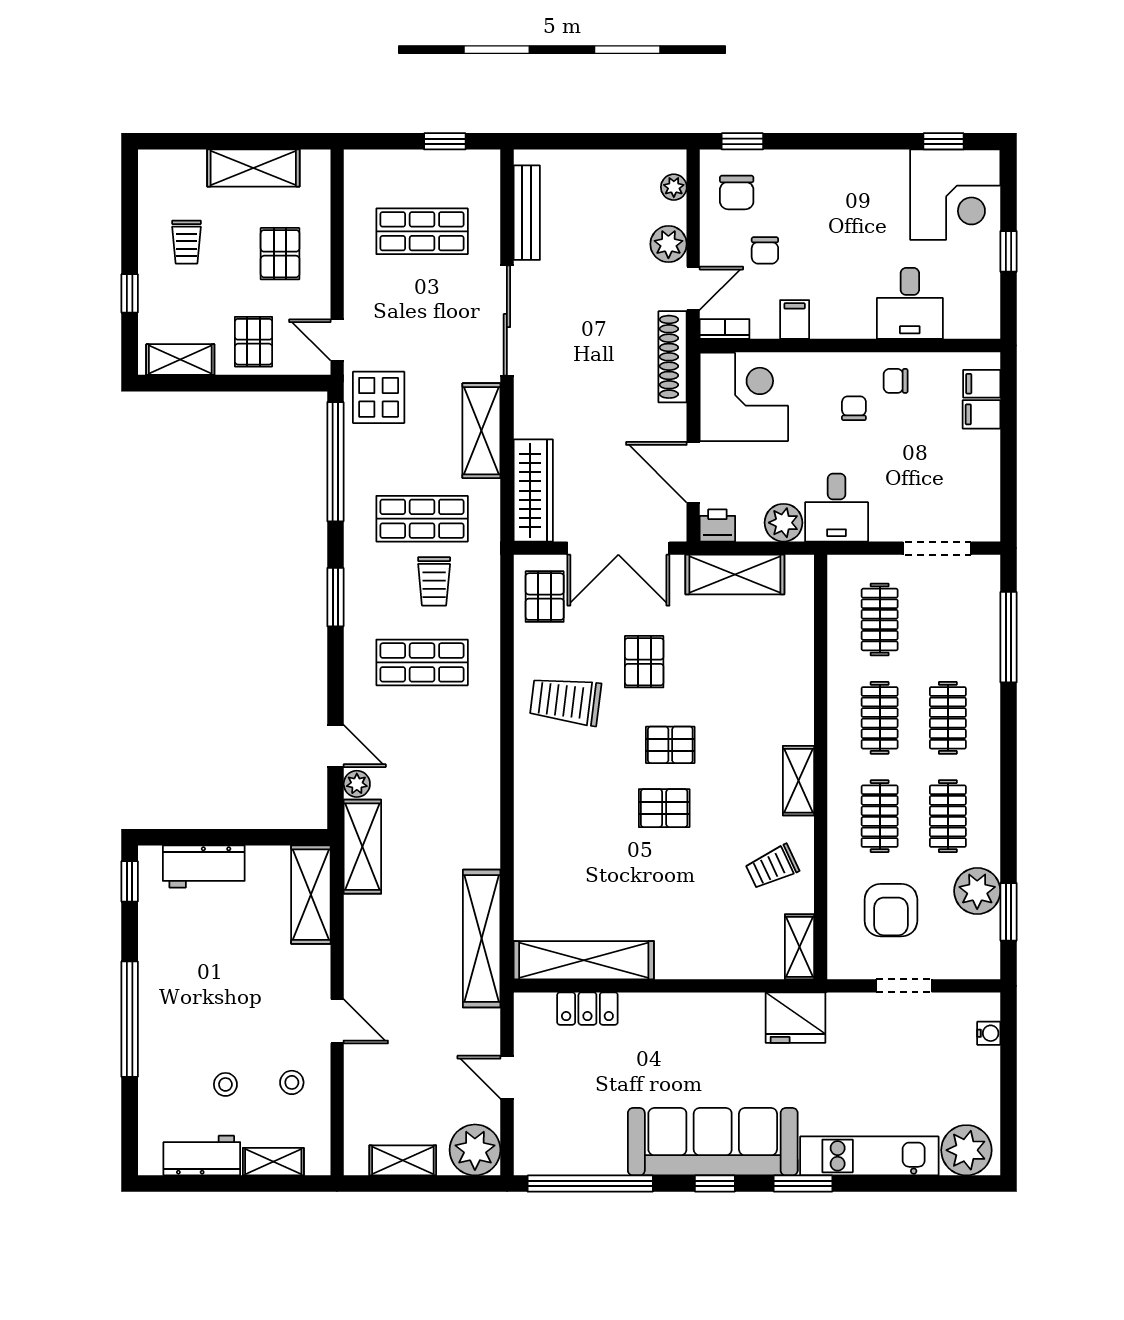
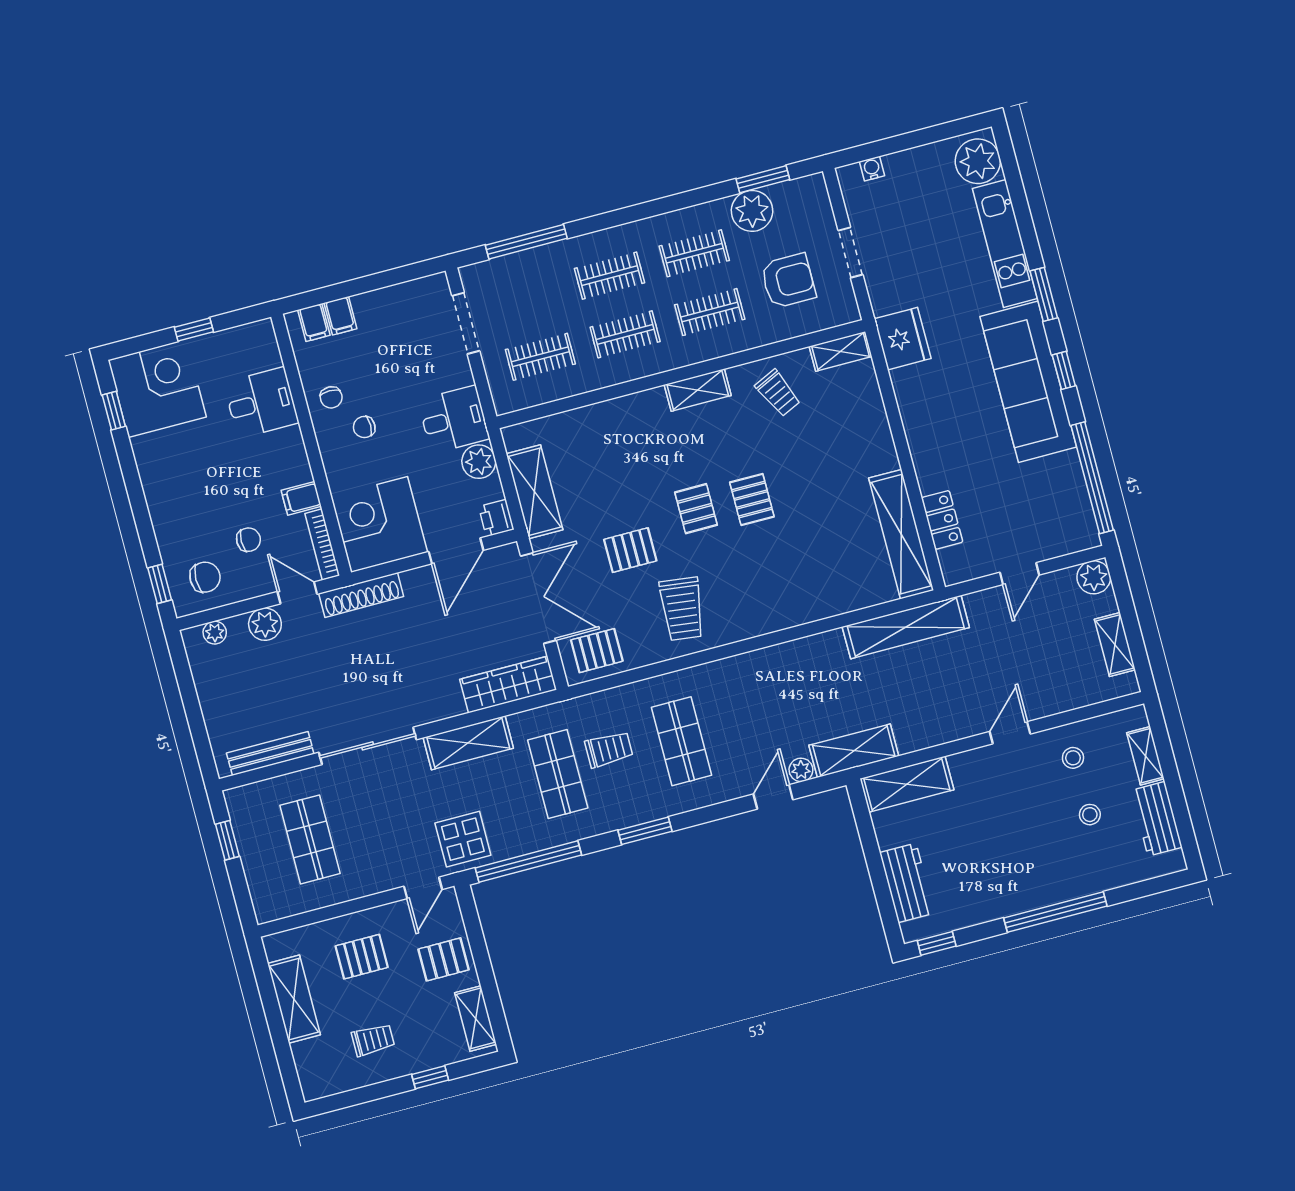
bookcase: (725, 329) -> (322, 544), width x1.56
plant: (475, 1150) -> (1094, 577), width x0.73, depth x0.73

